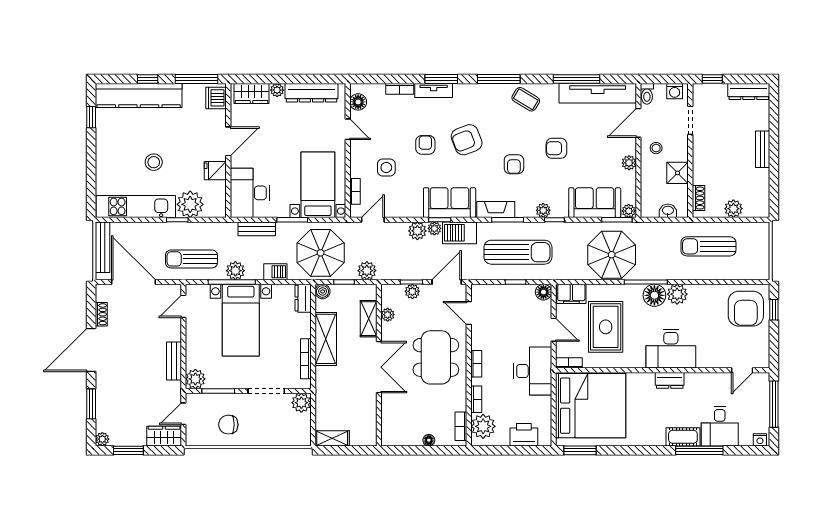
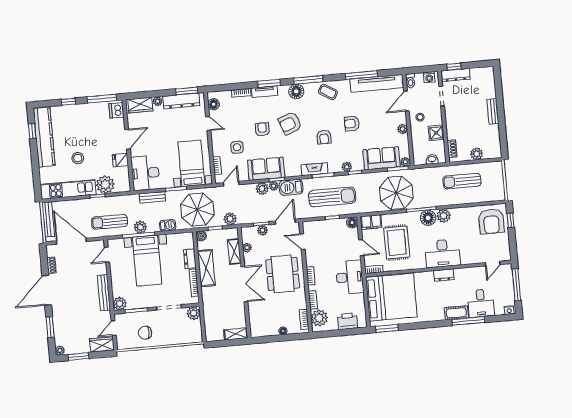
window: (321, 79) -> (187, 91), added
dresser: (749, 91) -> (456, 75), moved
floor lamp: (480, 94) -> (296, 91), added
kitchen counter: (139, 95) -> (44, 137), moved, turned -90
sofa: (450, 203) -> (266, 169), moved
dresser: (303, 298) -> (190, 259), moved
bench: (174, 361) -> (104, 293), width x1.36
shelving: (332, 438) -> (236, 334), moved

